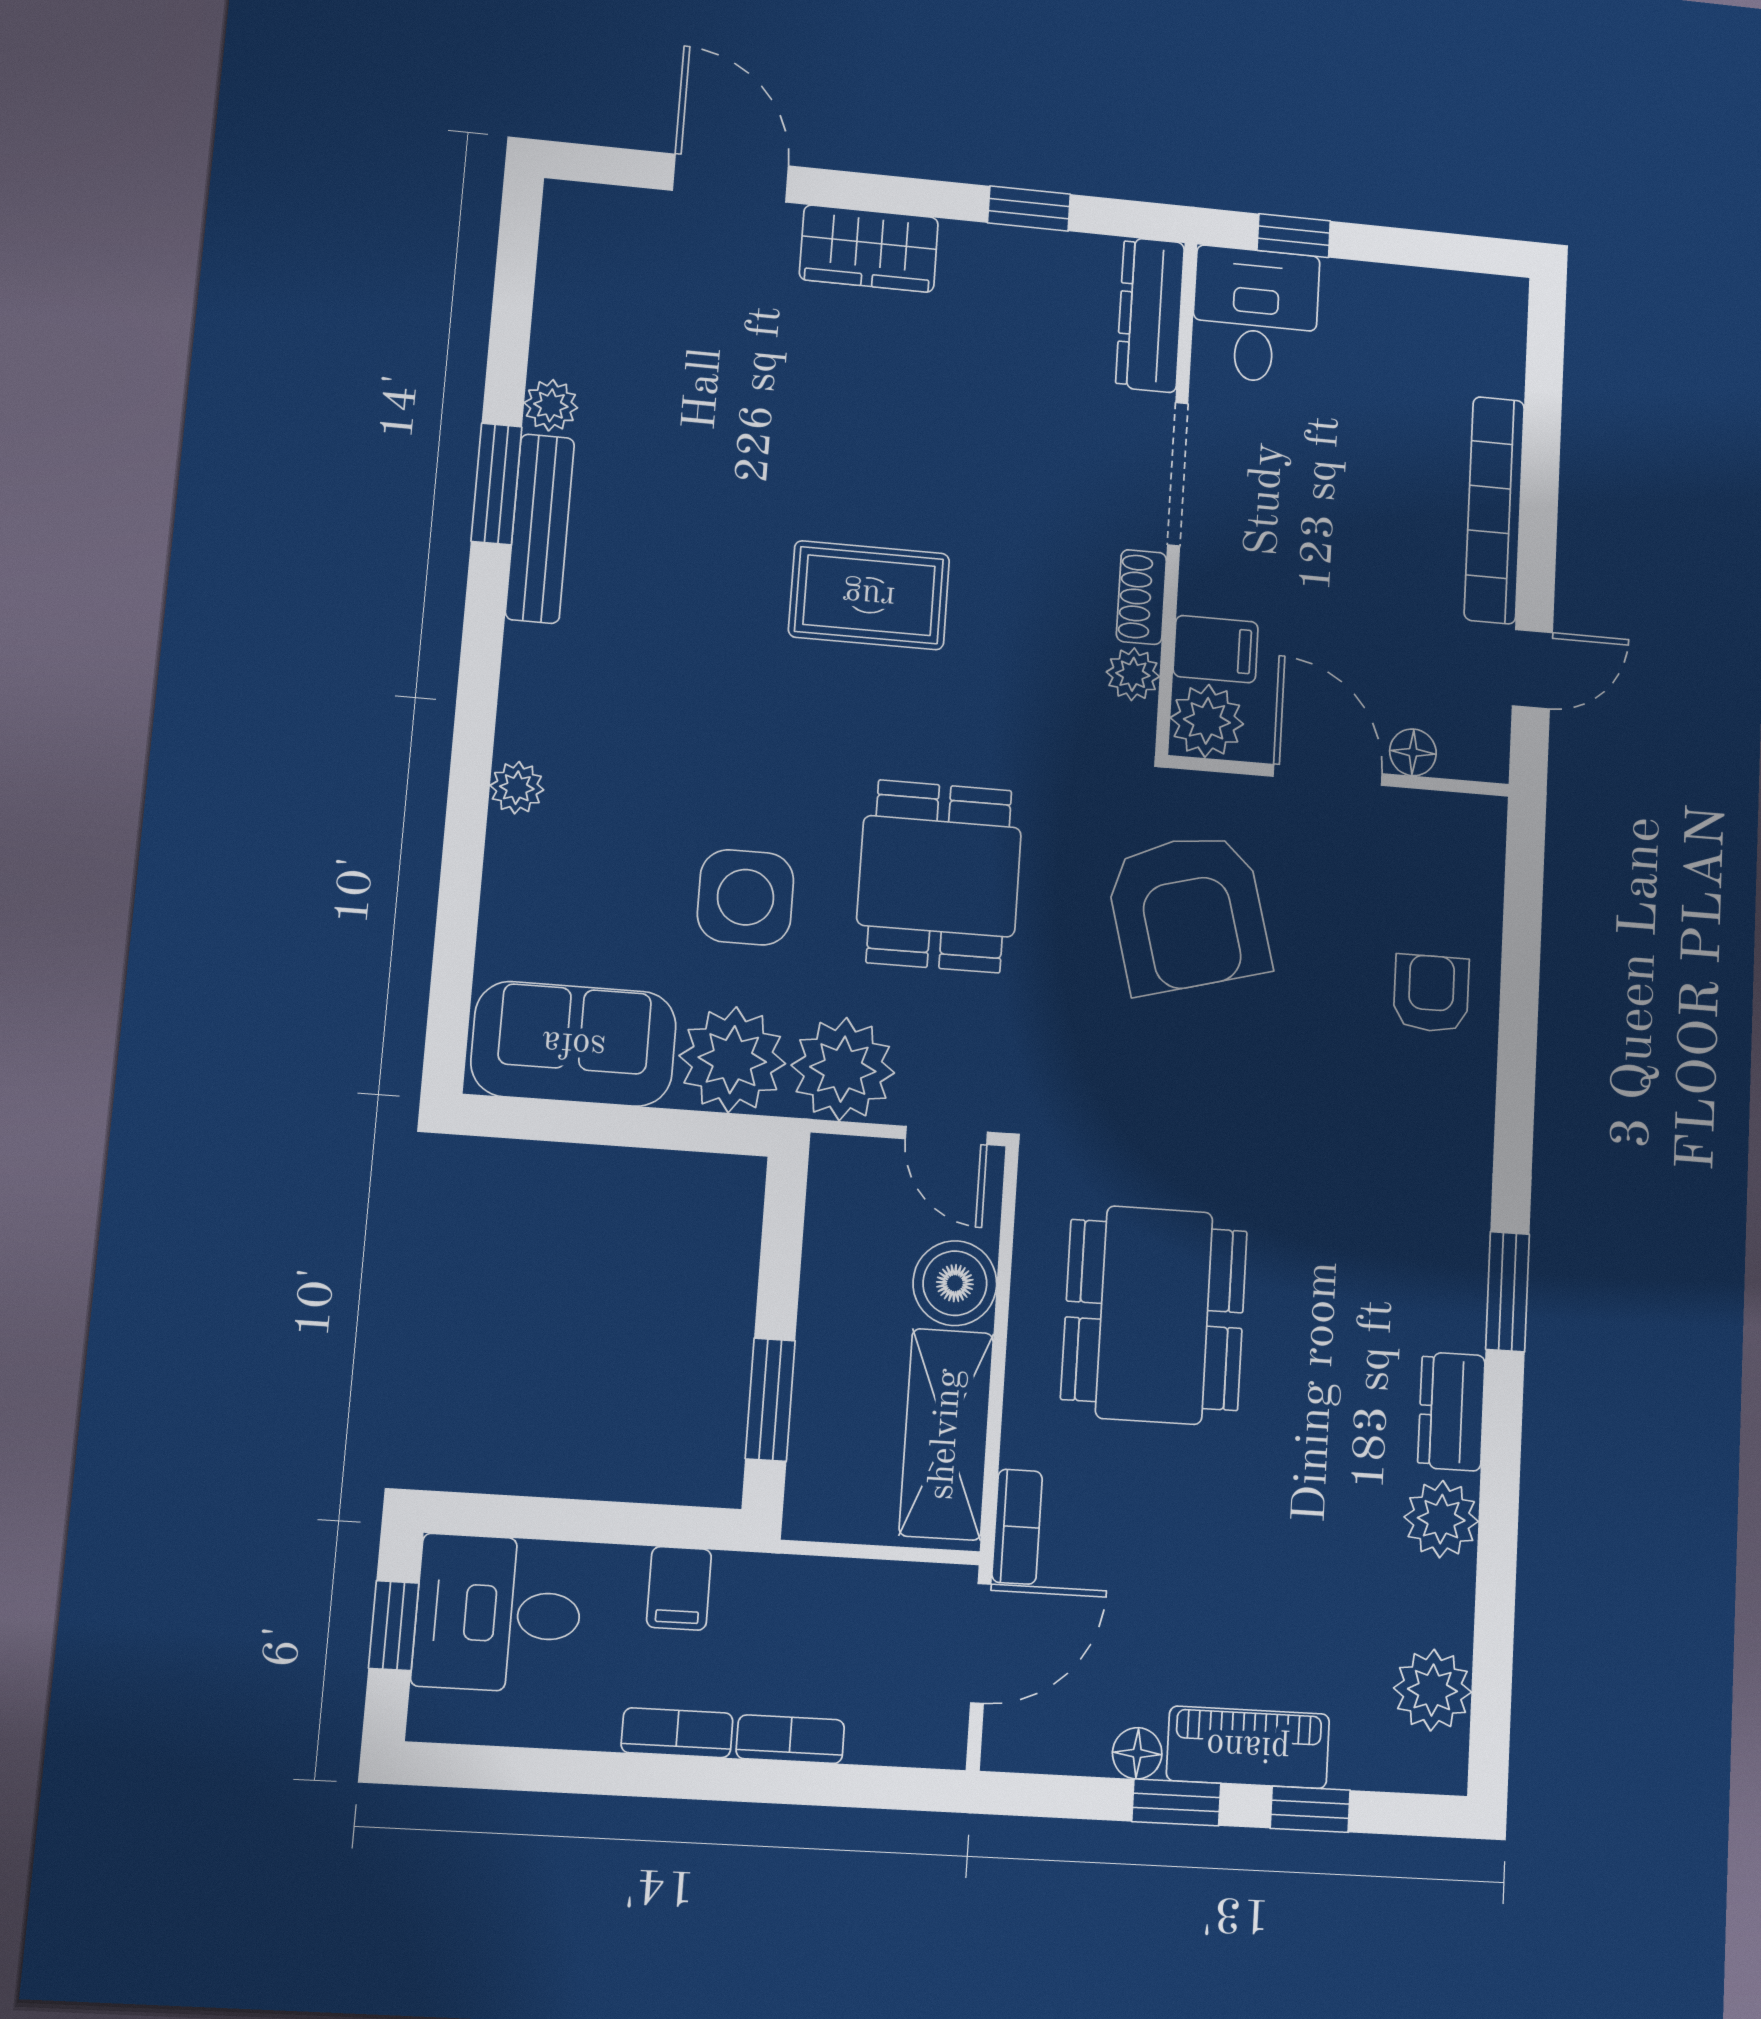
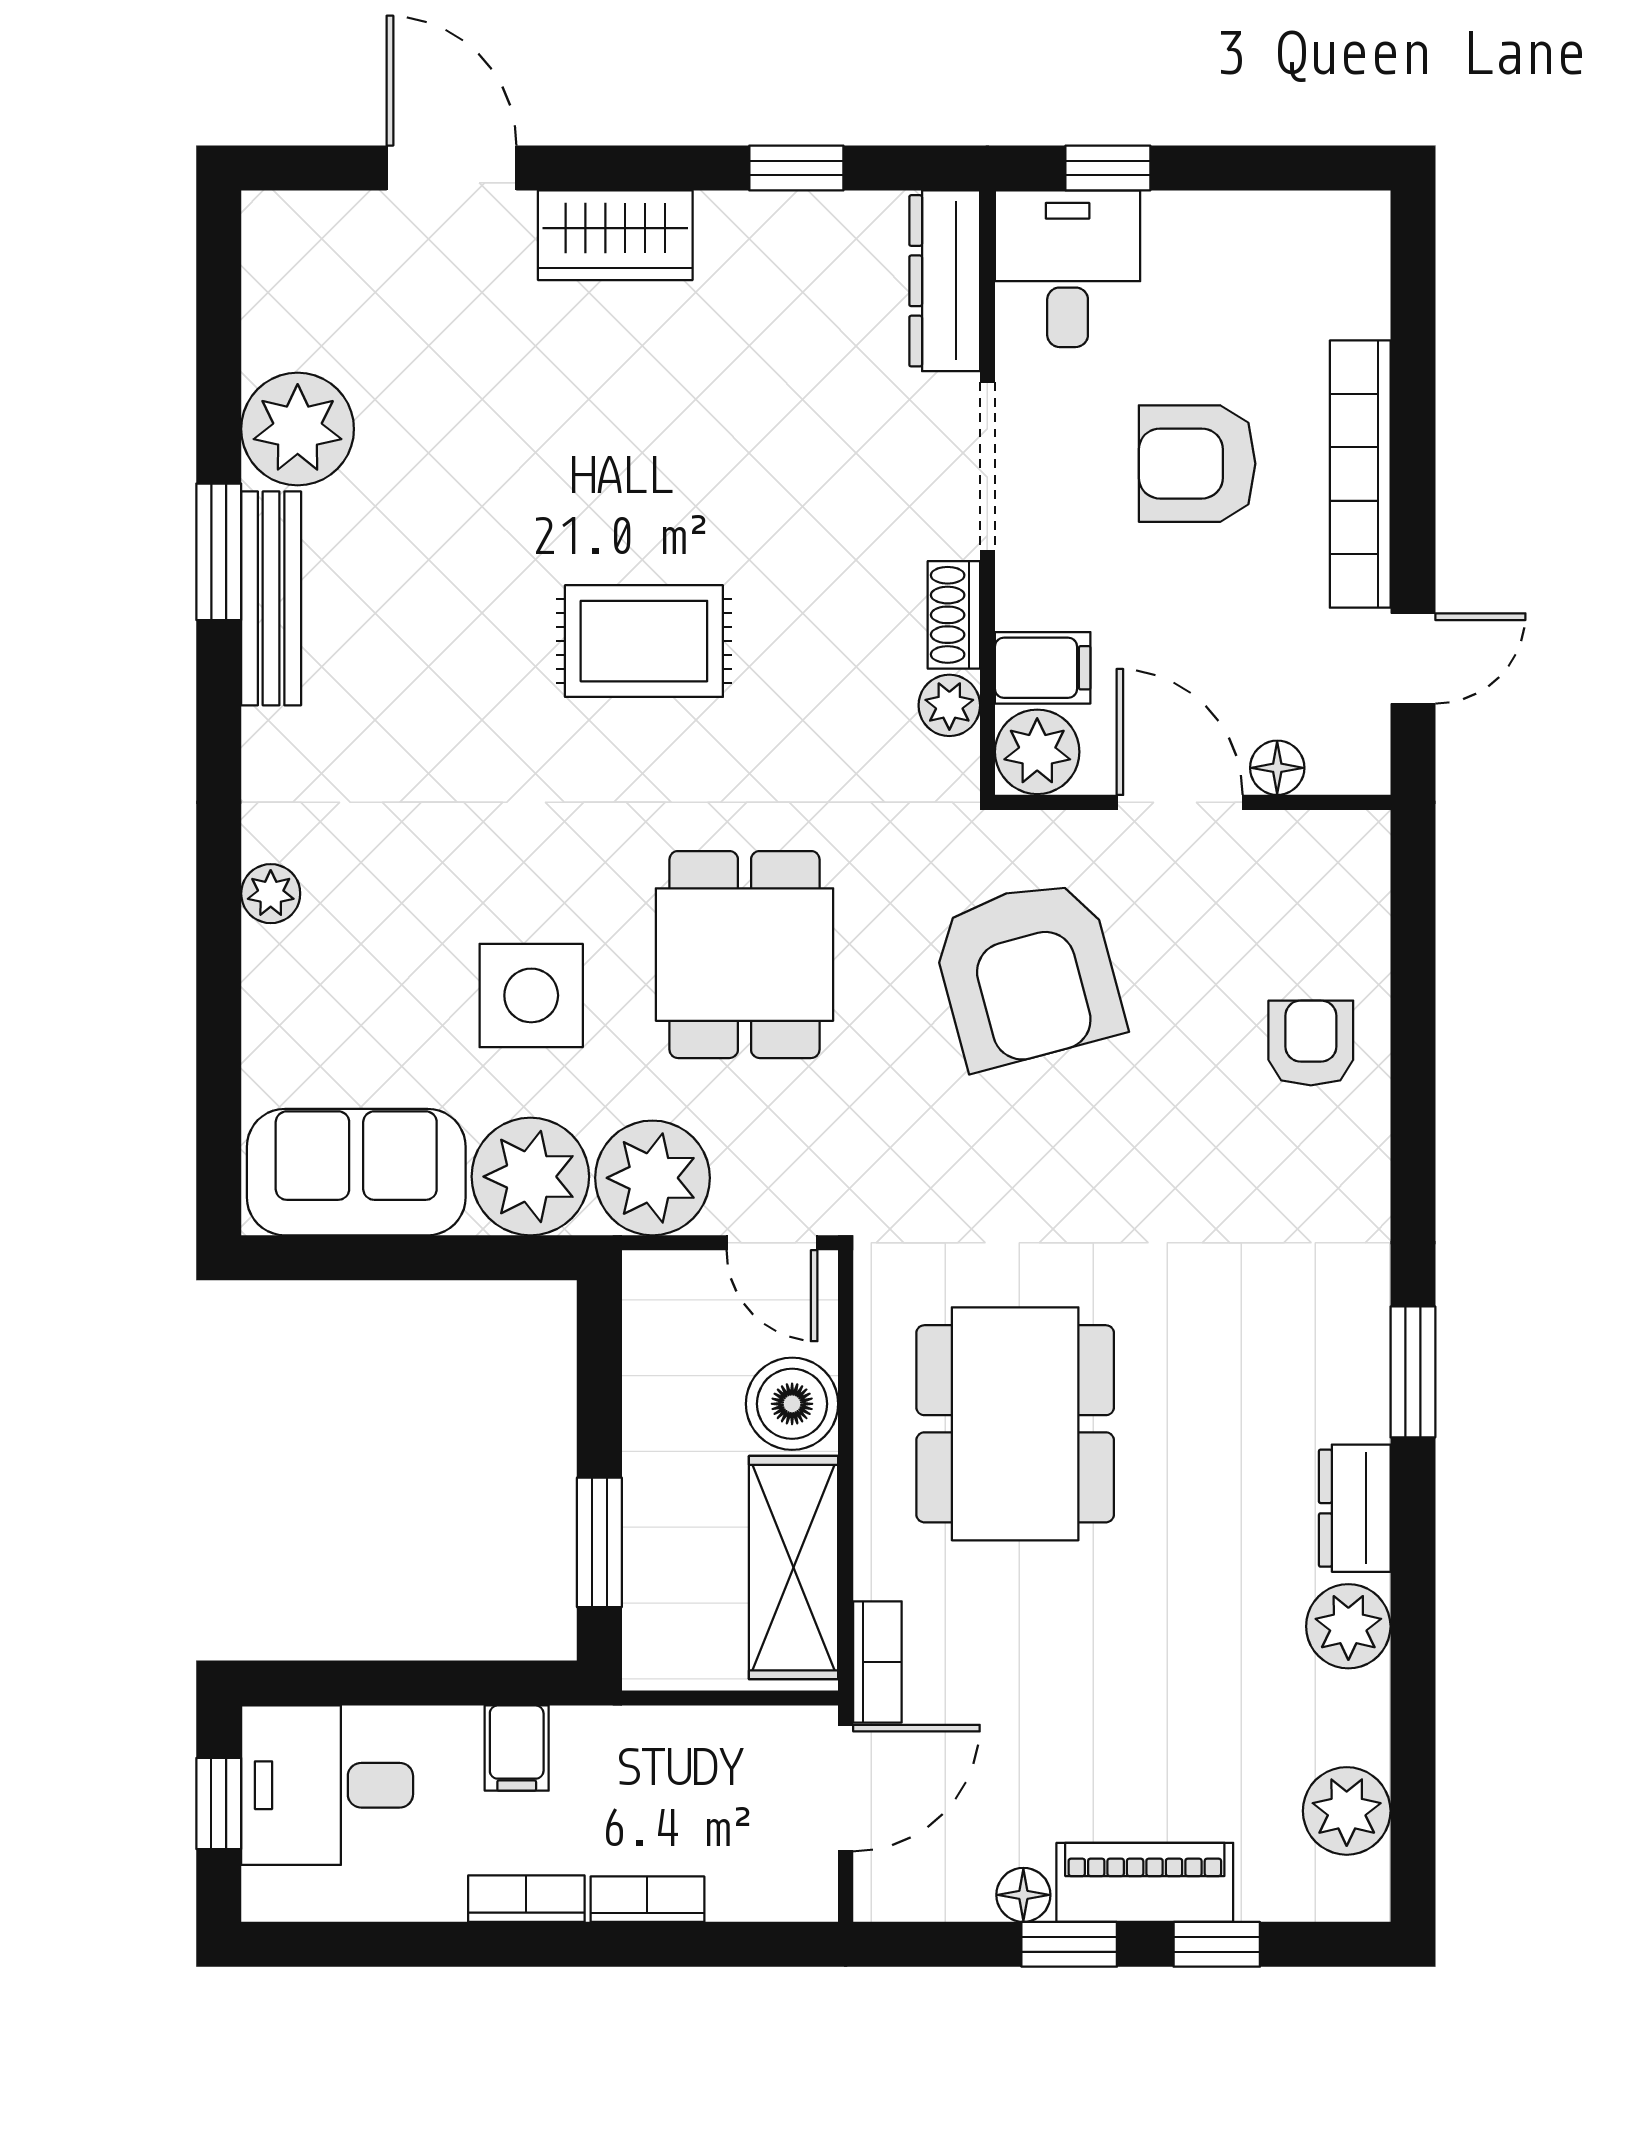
plant: (551, 405) -> (298, 429), width x1.87, depth x1.87
armchair: (1357, 488) -> (1197, 464), added

